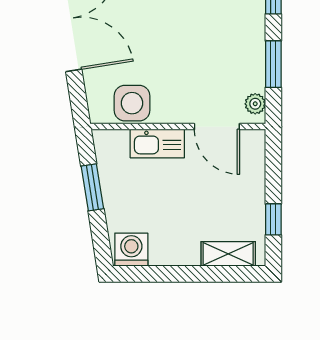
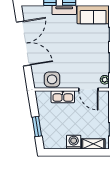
window: (92, 187) -> (37, 126), moved
washing machine: (131, 250) -> (74, 142), moved

